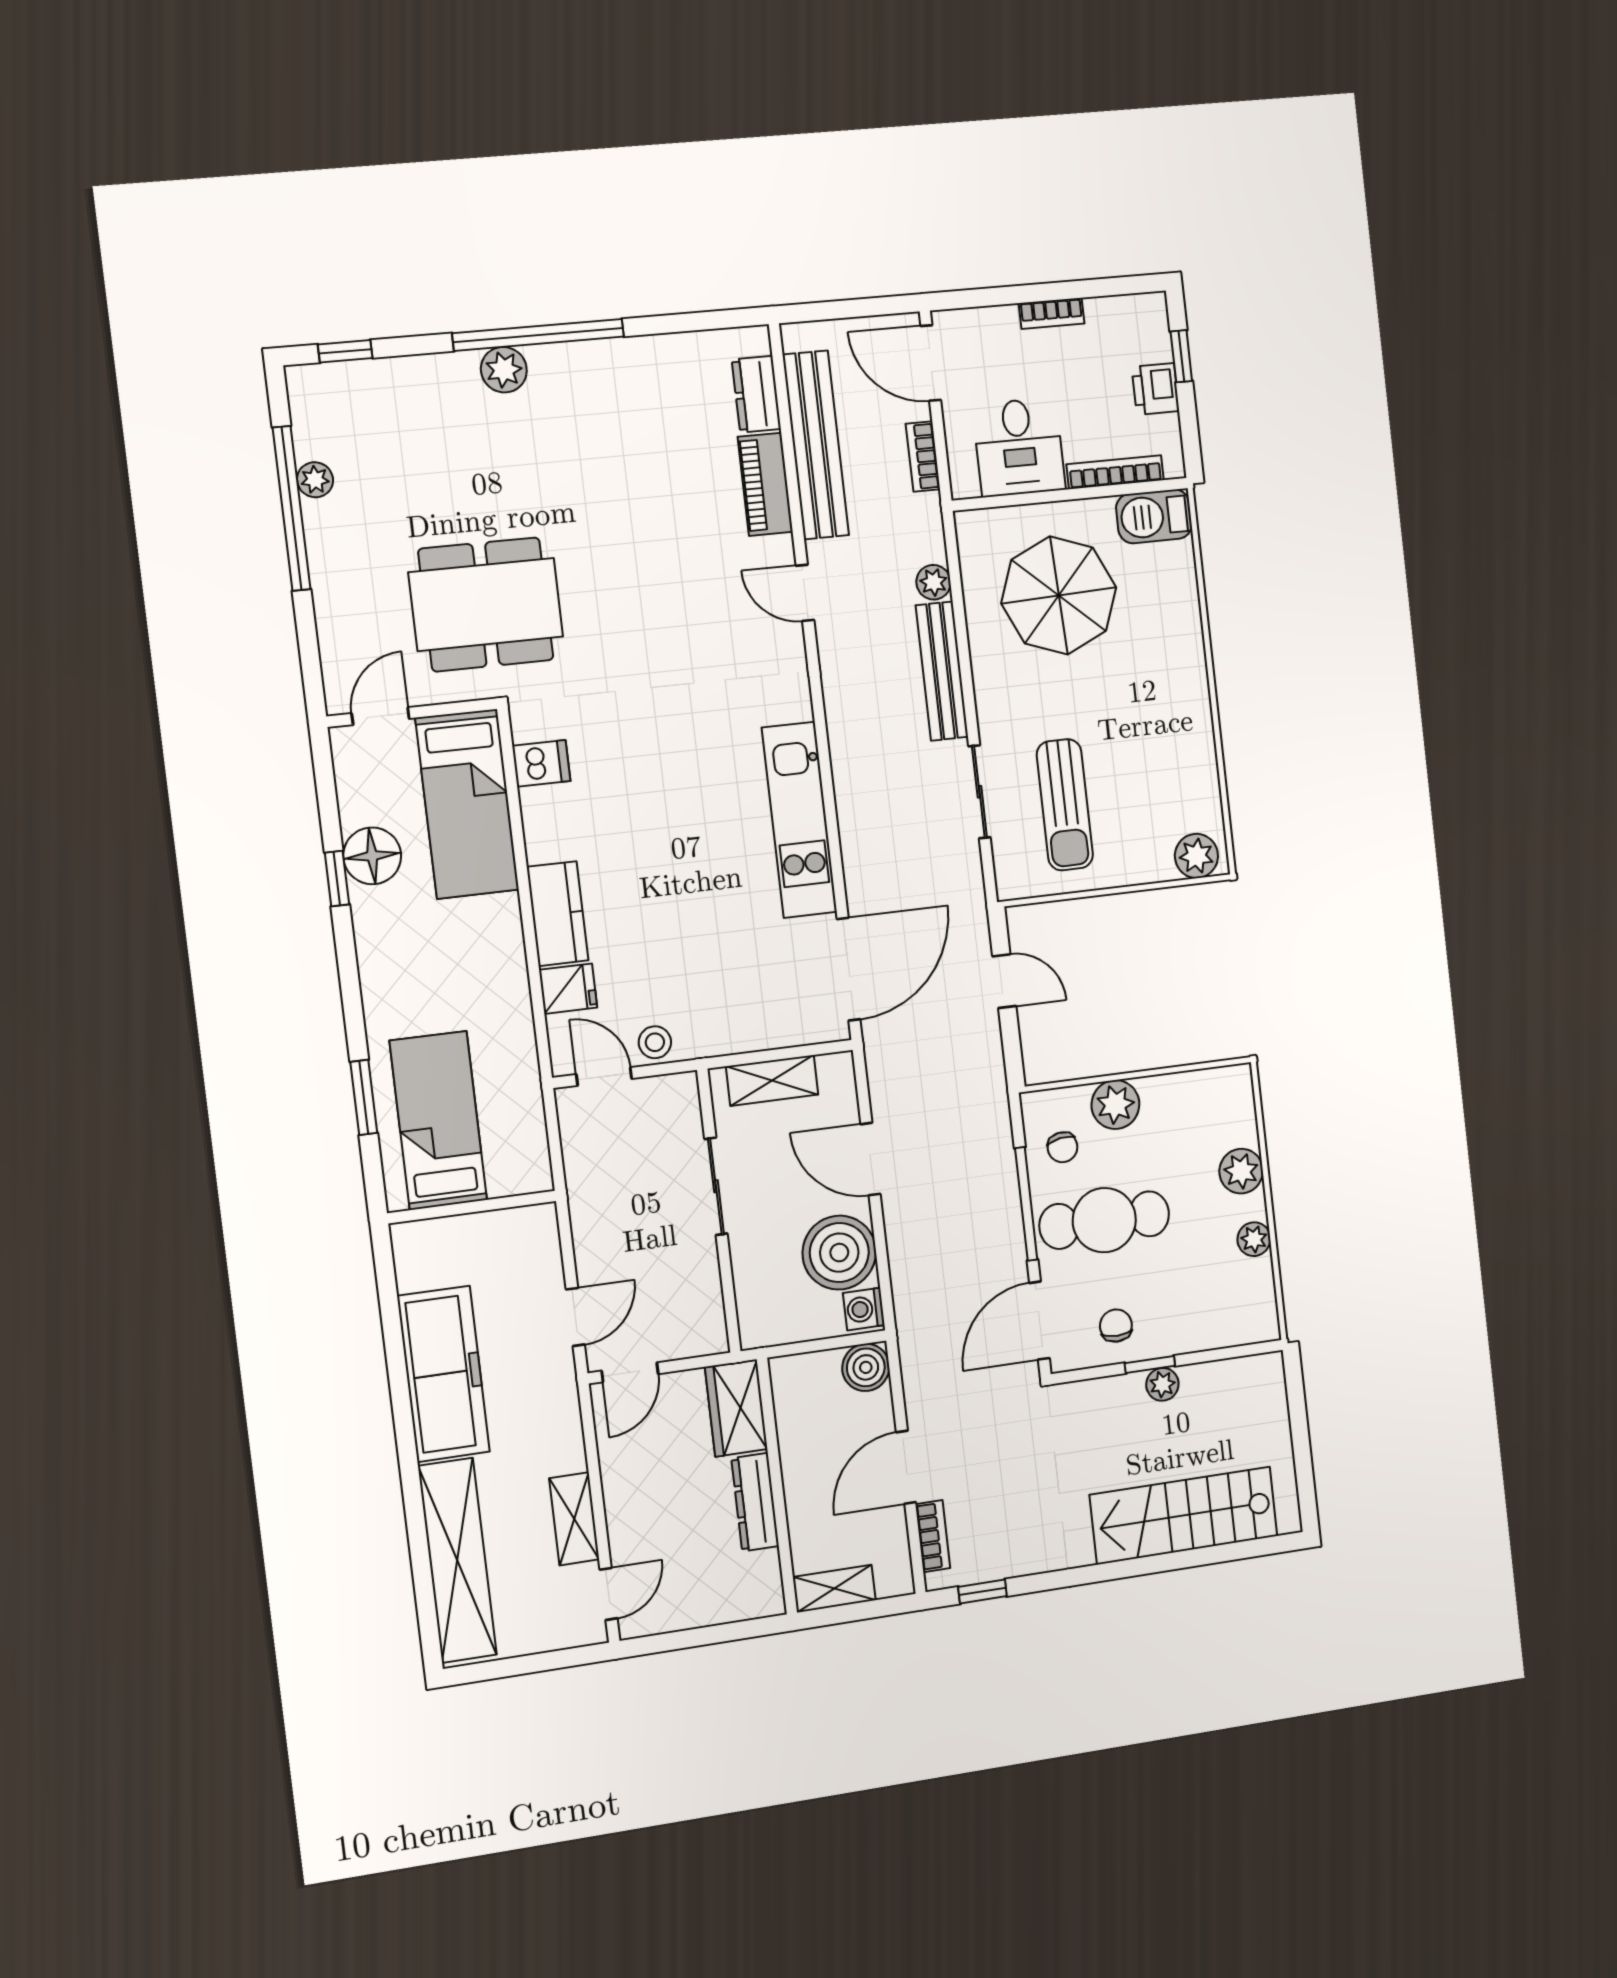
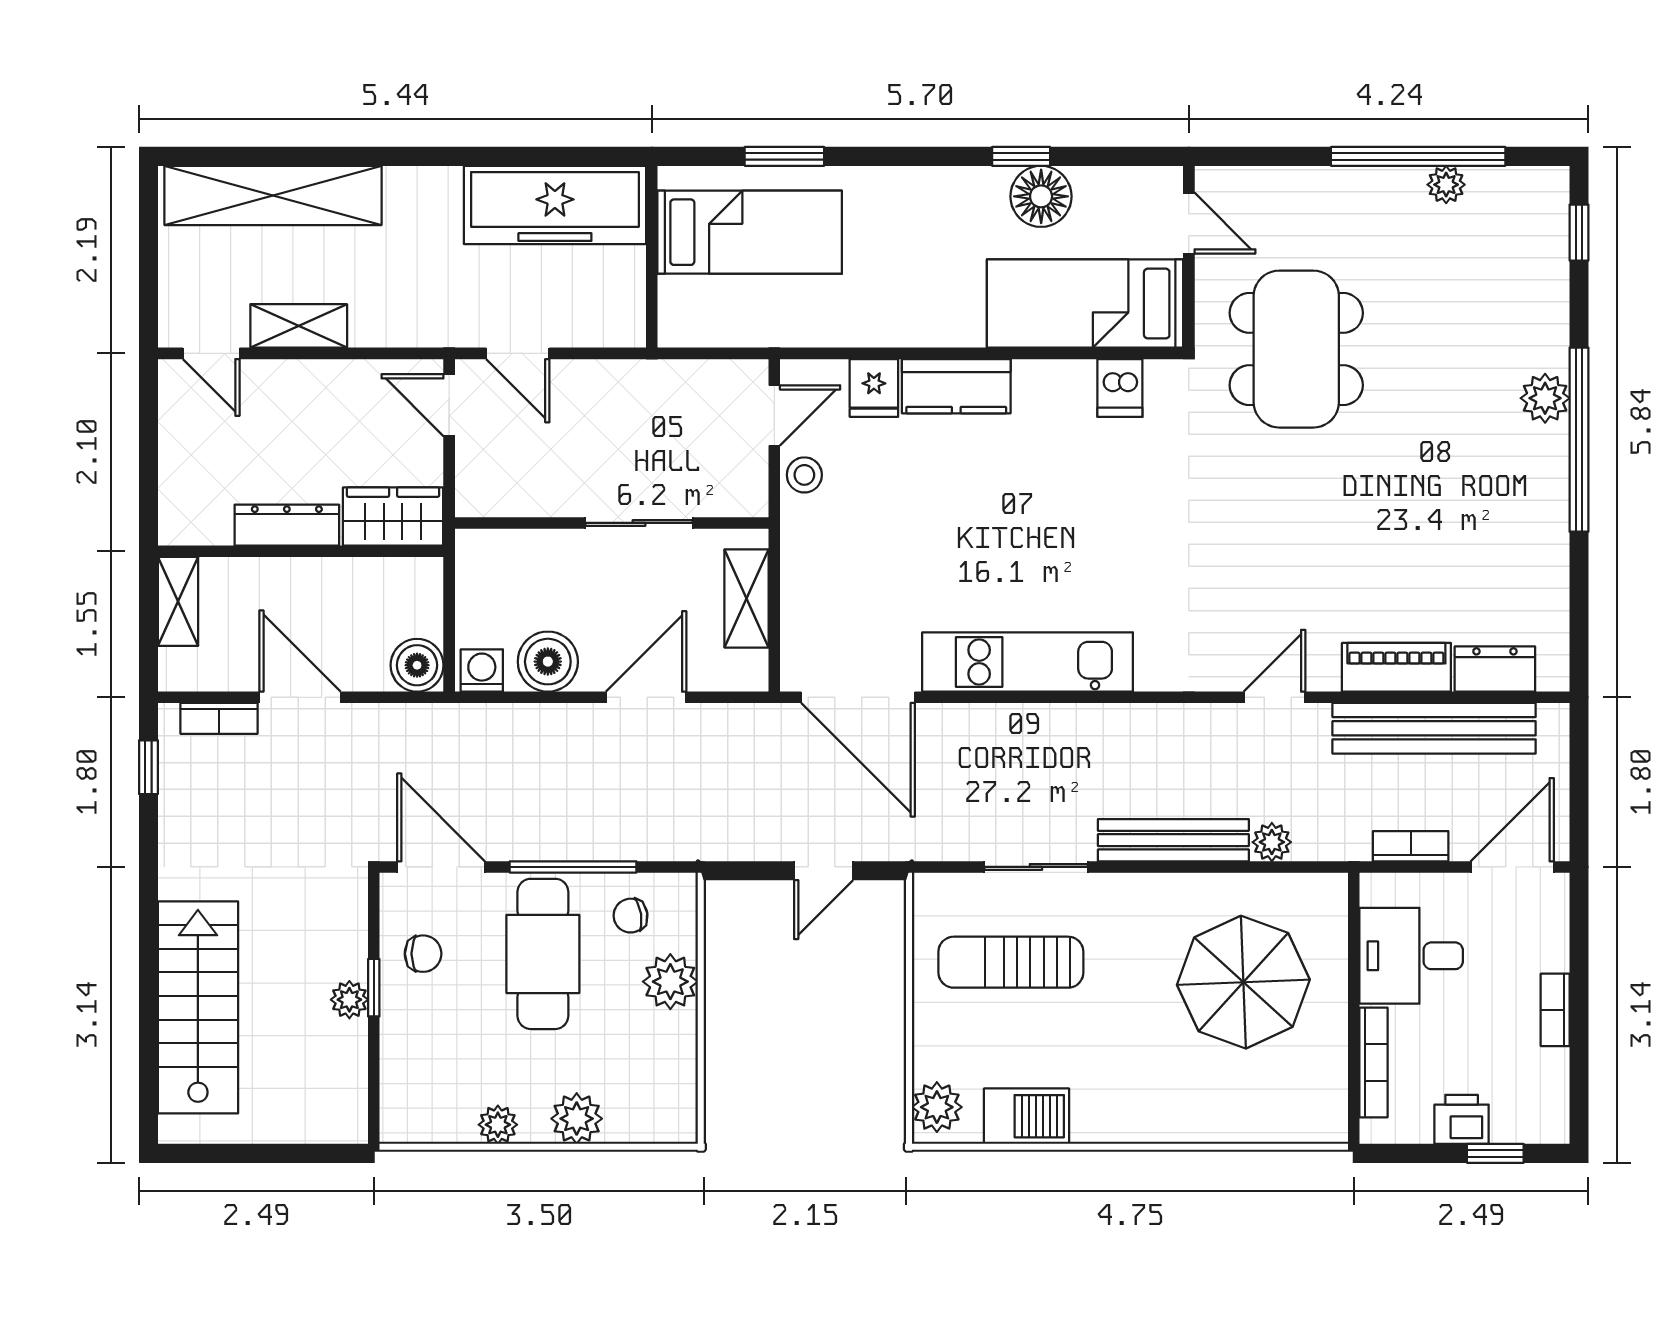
barbecue: (1154, 516) -> (1026, 1116), moved, turned 90
boiler: (839, 1253) -> (548, 662), width x0.73, depth x0.73
freezer: (443, 1374) -> (555, 205), moved

